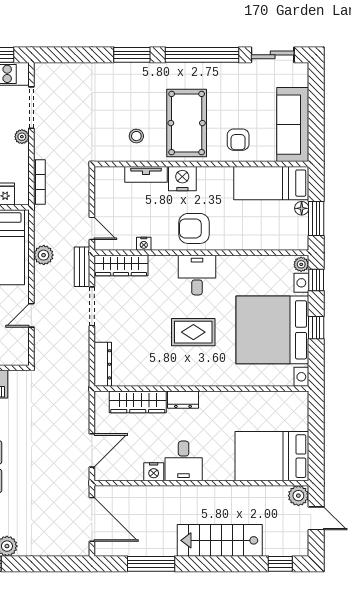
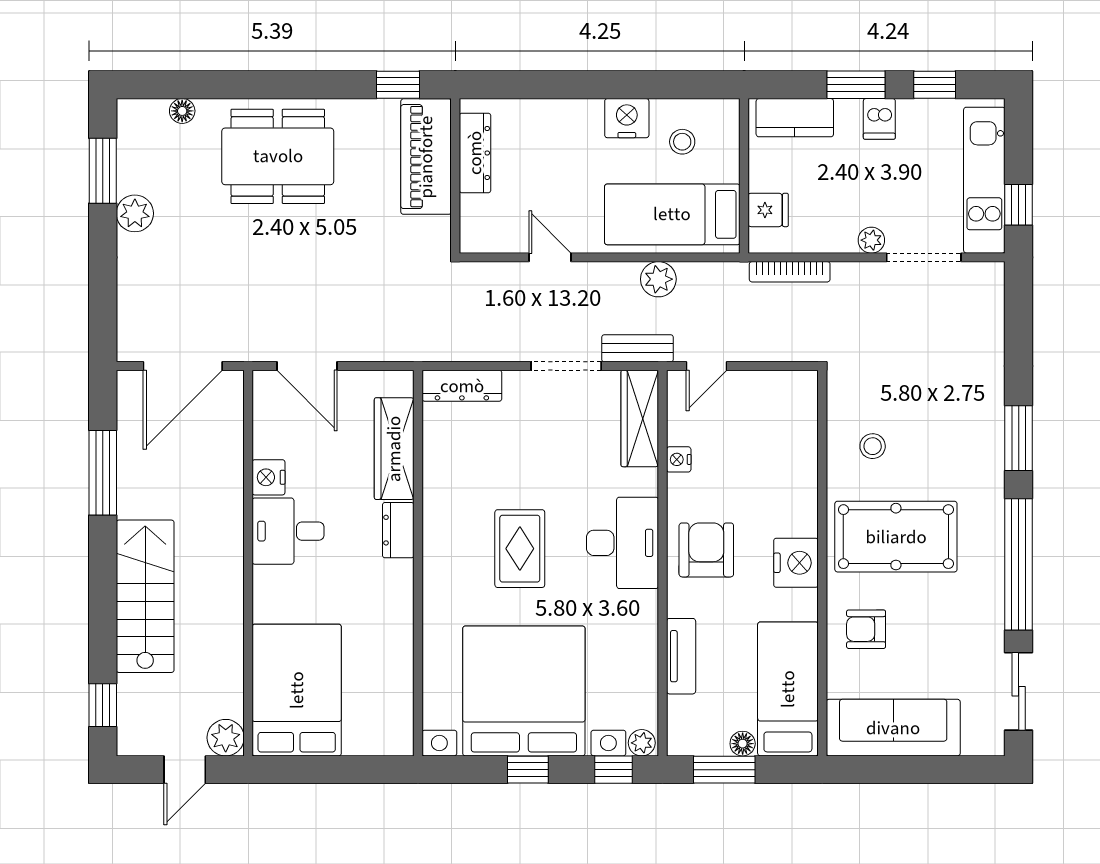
tv unit: (146, 174) -> (681, 656), moved, turned 180
nightstand: (182, 179) -> (796, 563), moved
desk: (197, 275) -> (622, 543), width x1.37

